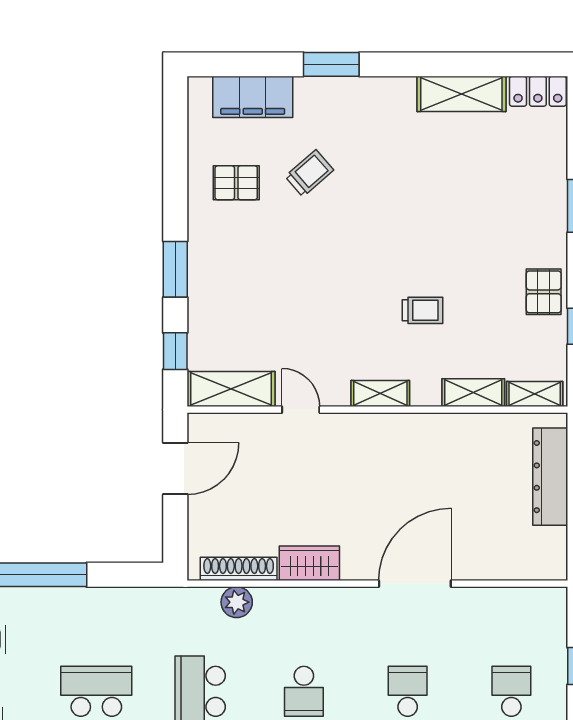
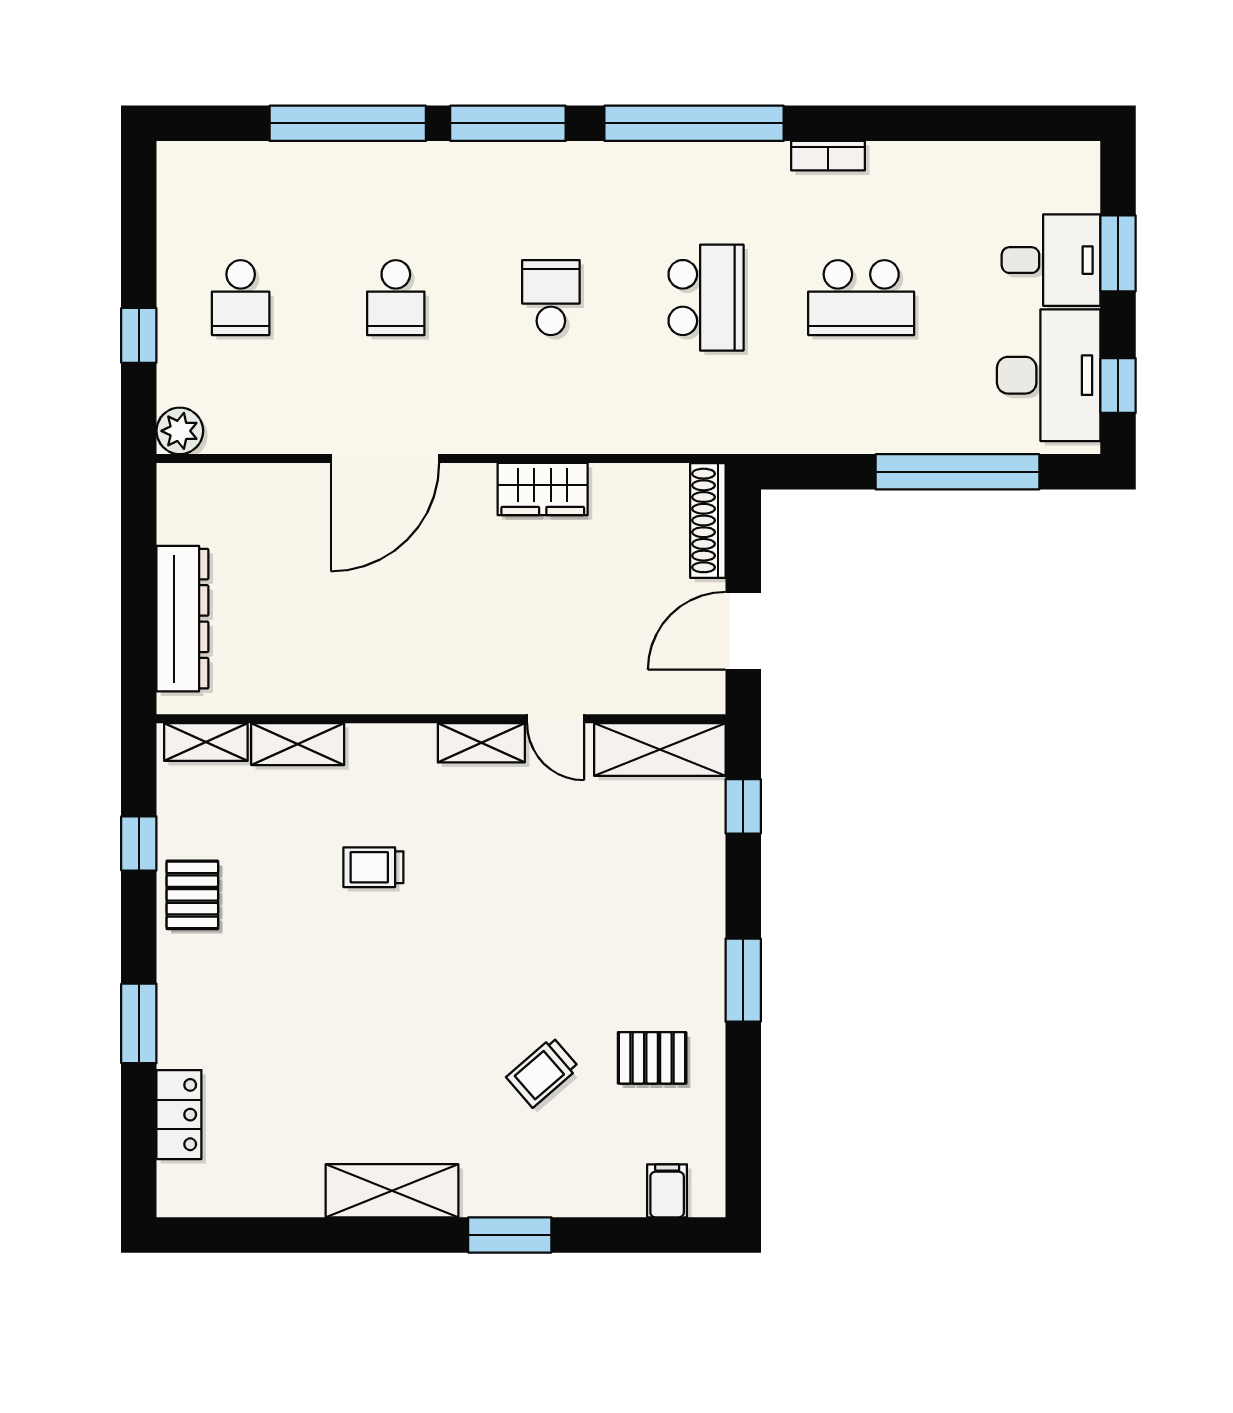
locker: (538, 91) -> (179, 1115), moved, turned 90
shelving: (461, 94) -> (392, 1191), moved
filing cabinet: (253, 97) -> (667, 1191), width x0.33, depth x0.86
window: (175, 269) -> (743, 980), moved
shelving: (380, 394) -> (481, 743), moved
shoe rack: (239, 569) -> (708, 520), moved, turned 90
plant: (237, 602) -> (180, 431), moved

